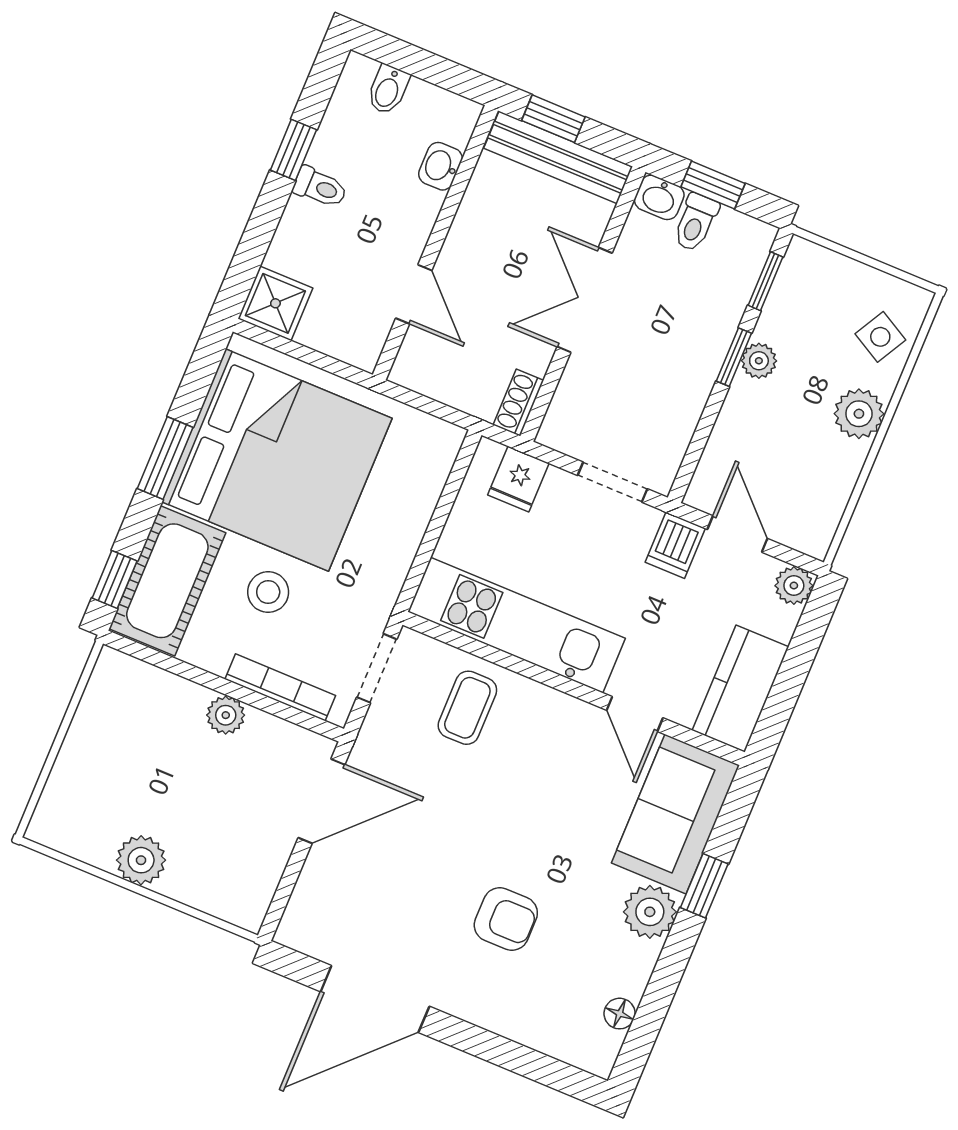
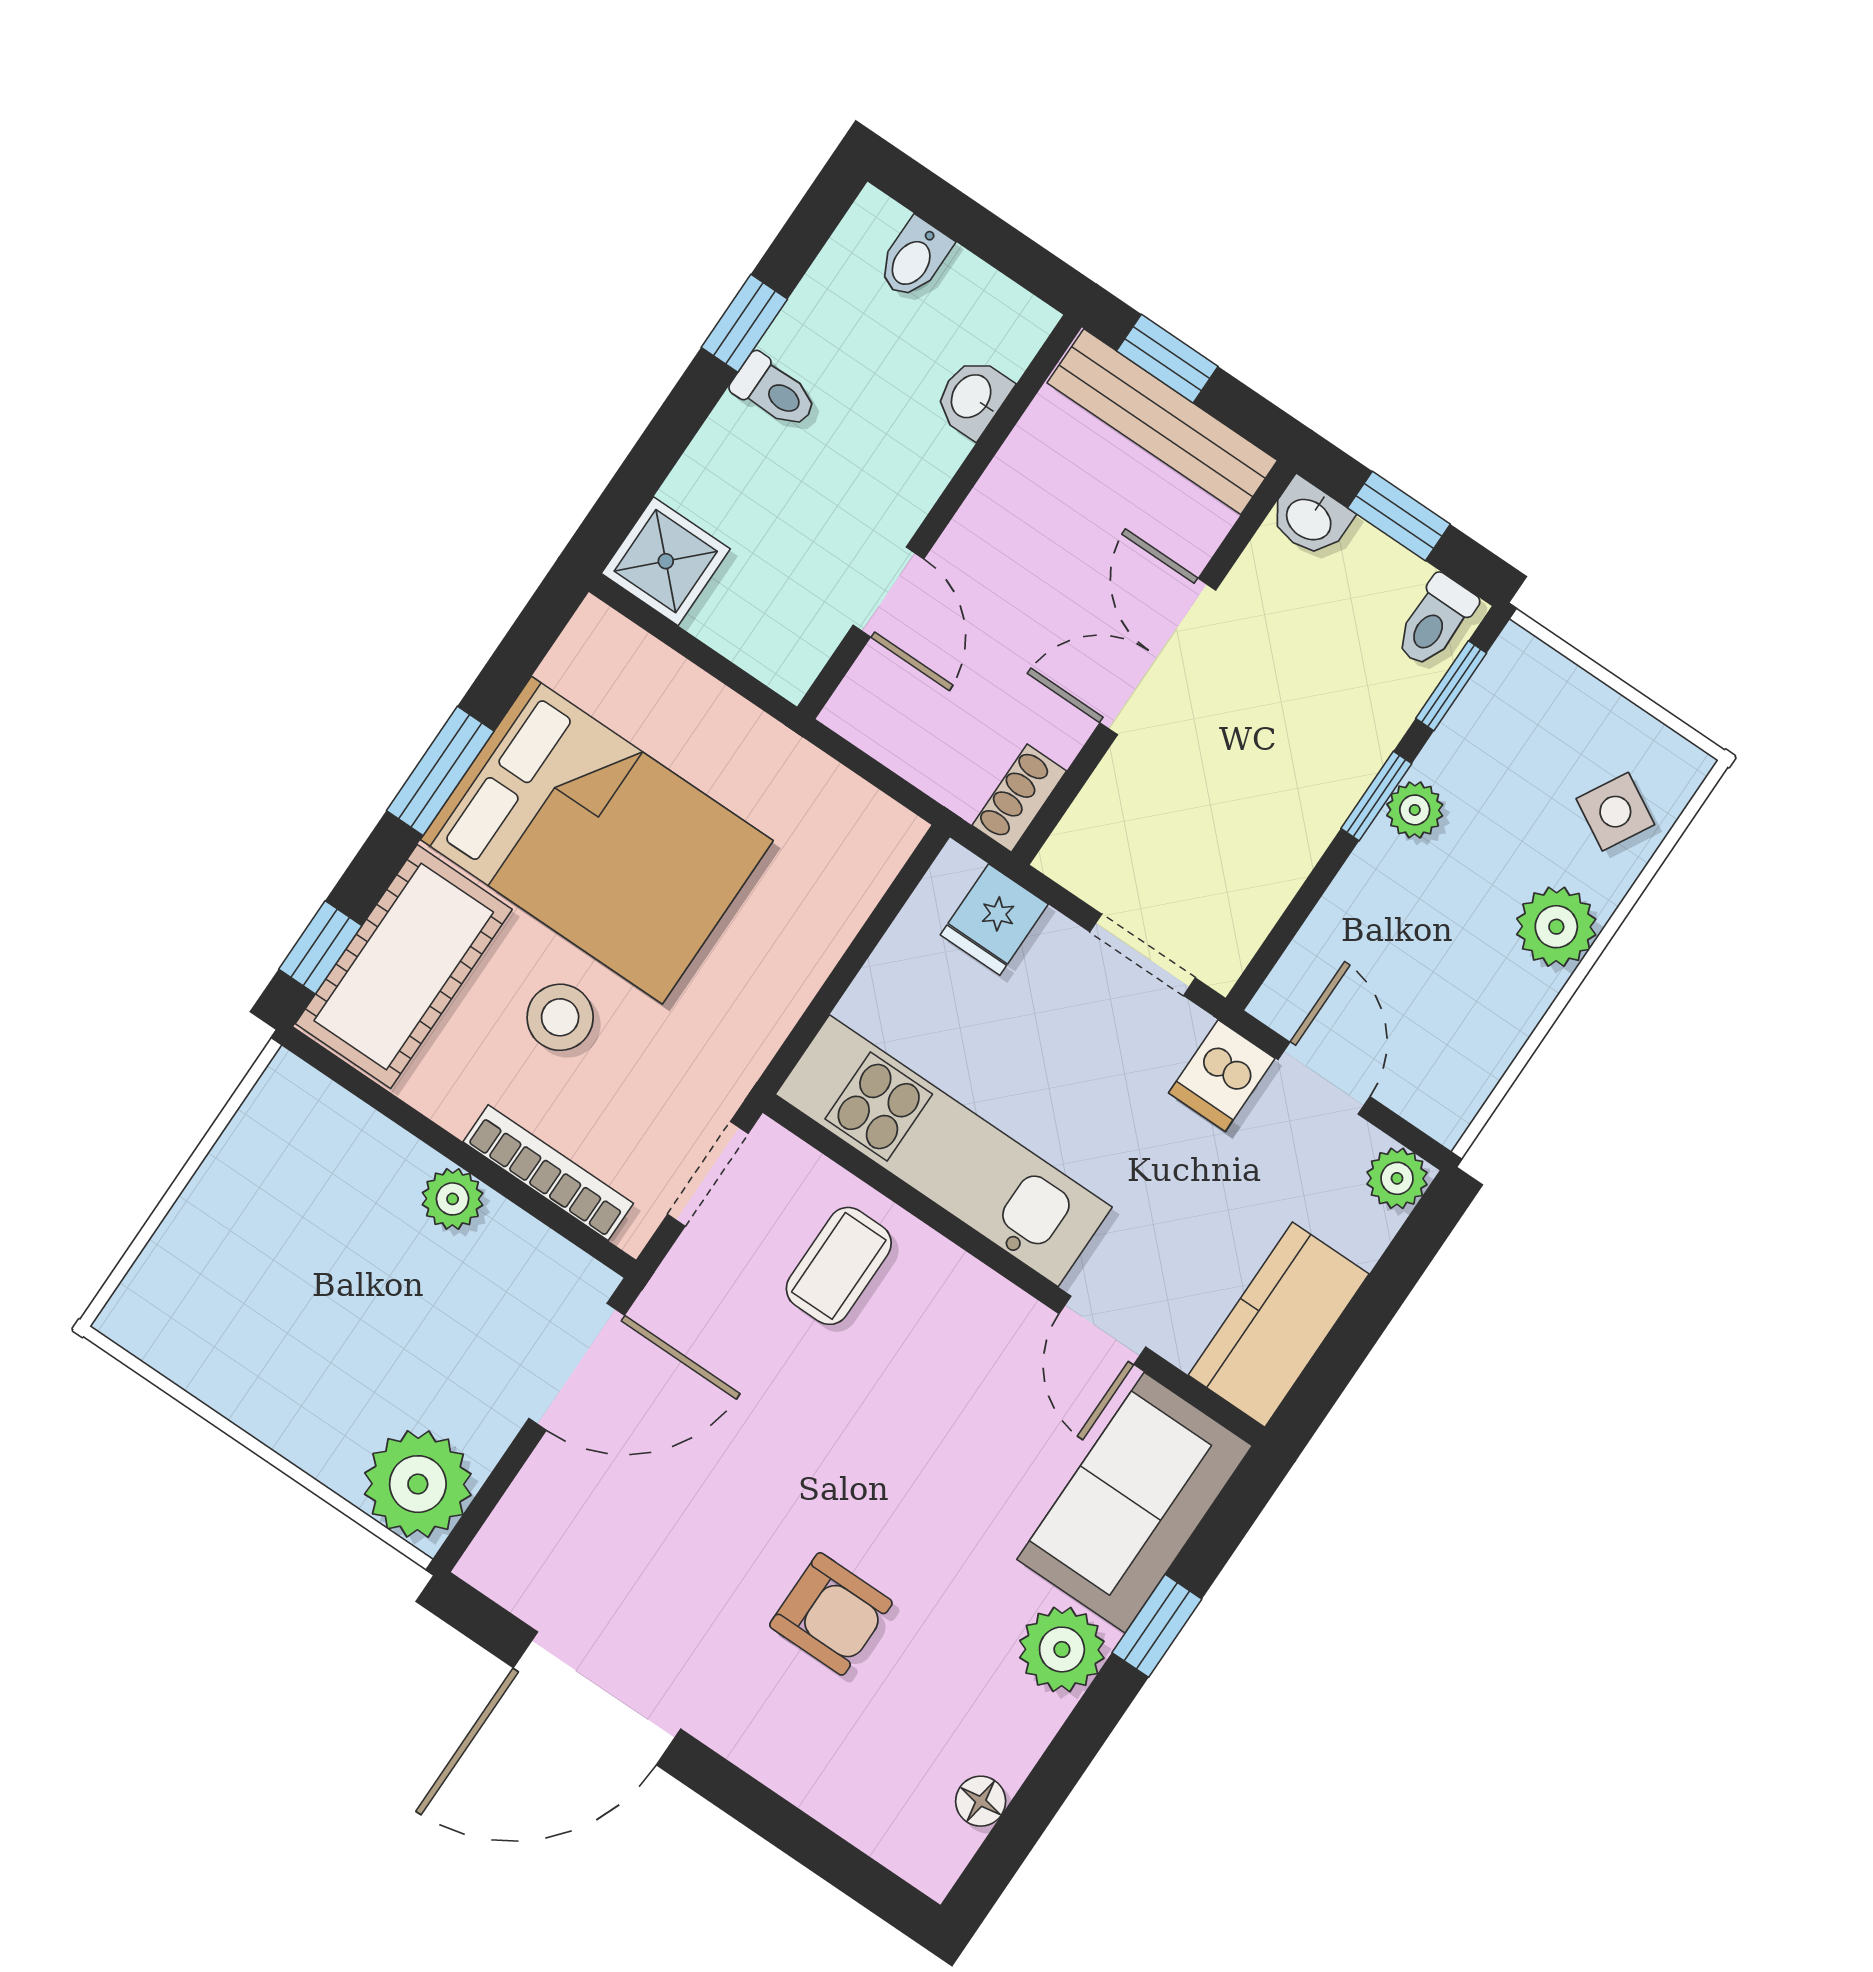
toilet: (696, 222) -> (1435, 621), moved
bed: (277, 460) -> (597, 840), width x0.73
plant: (141, 860) -> (418, 1484), moved, width x1.36, depth x1.36

